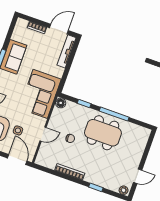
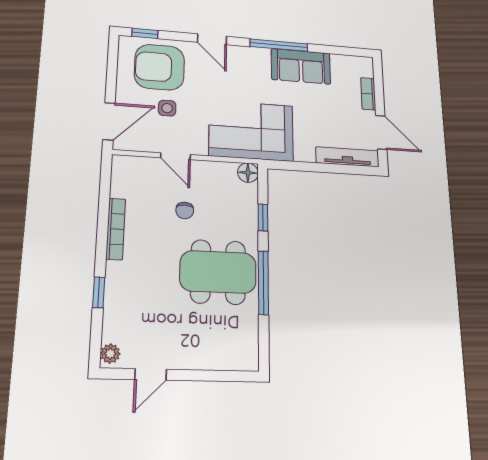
dining table: (103, 133) -> (218, 272), turned 90
door: (138, 176) -> (151, 374), hinge flipped

